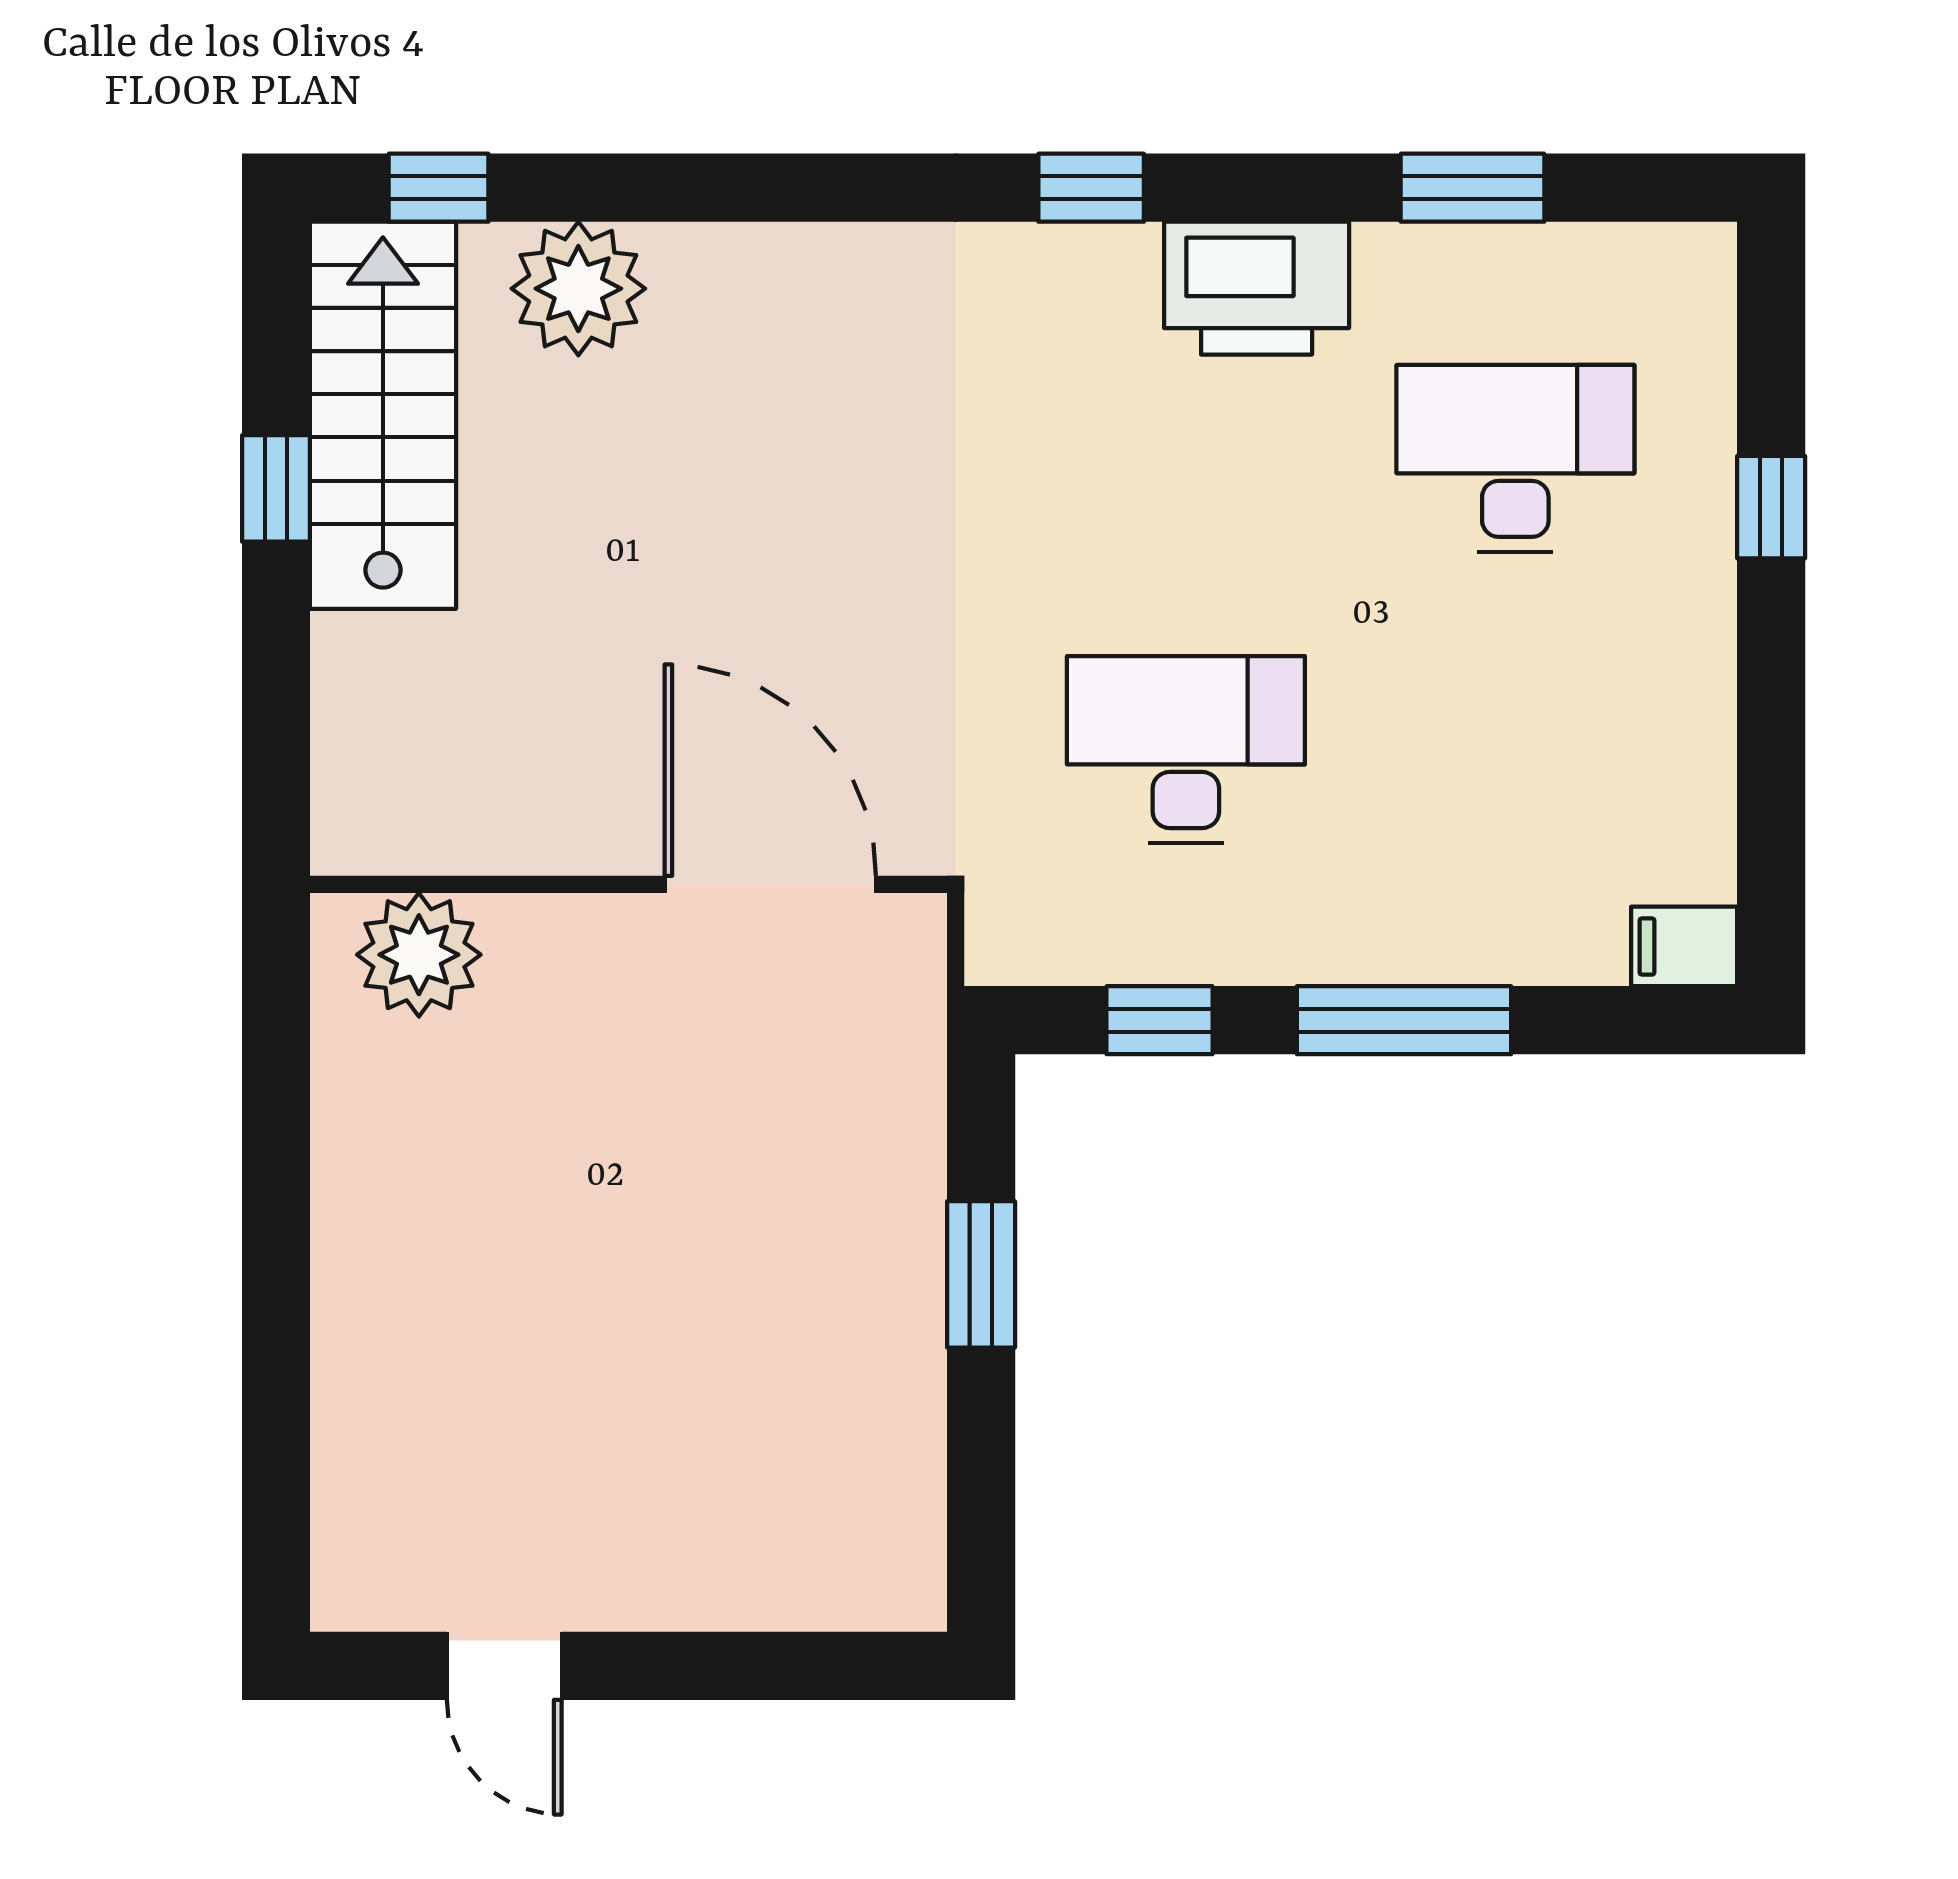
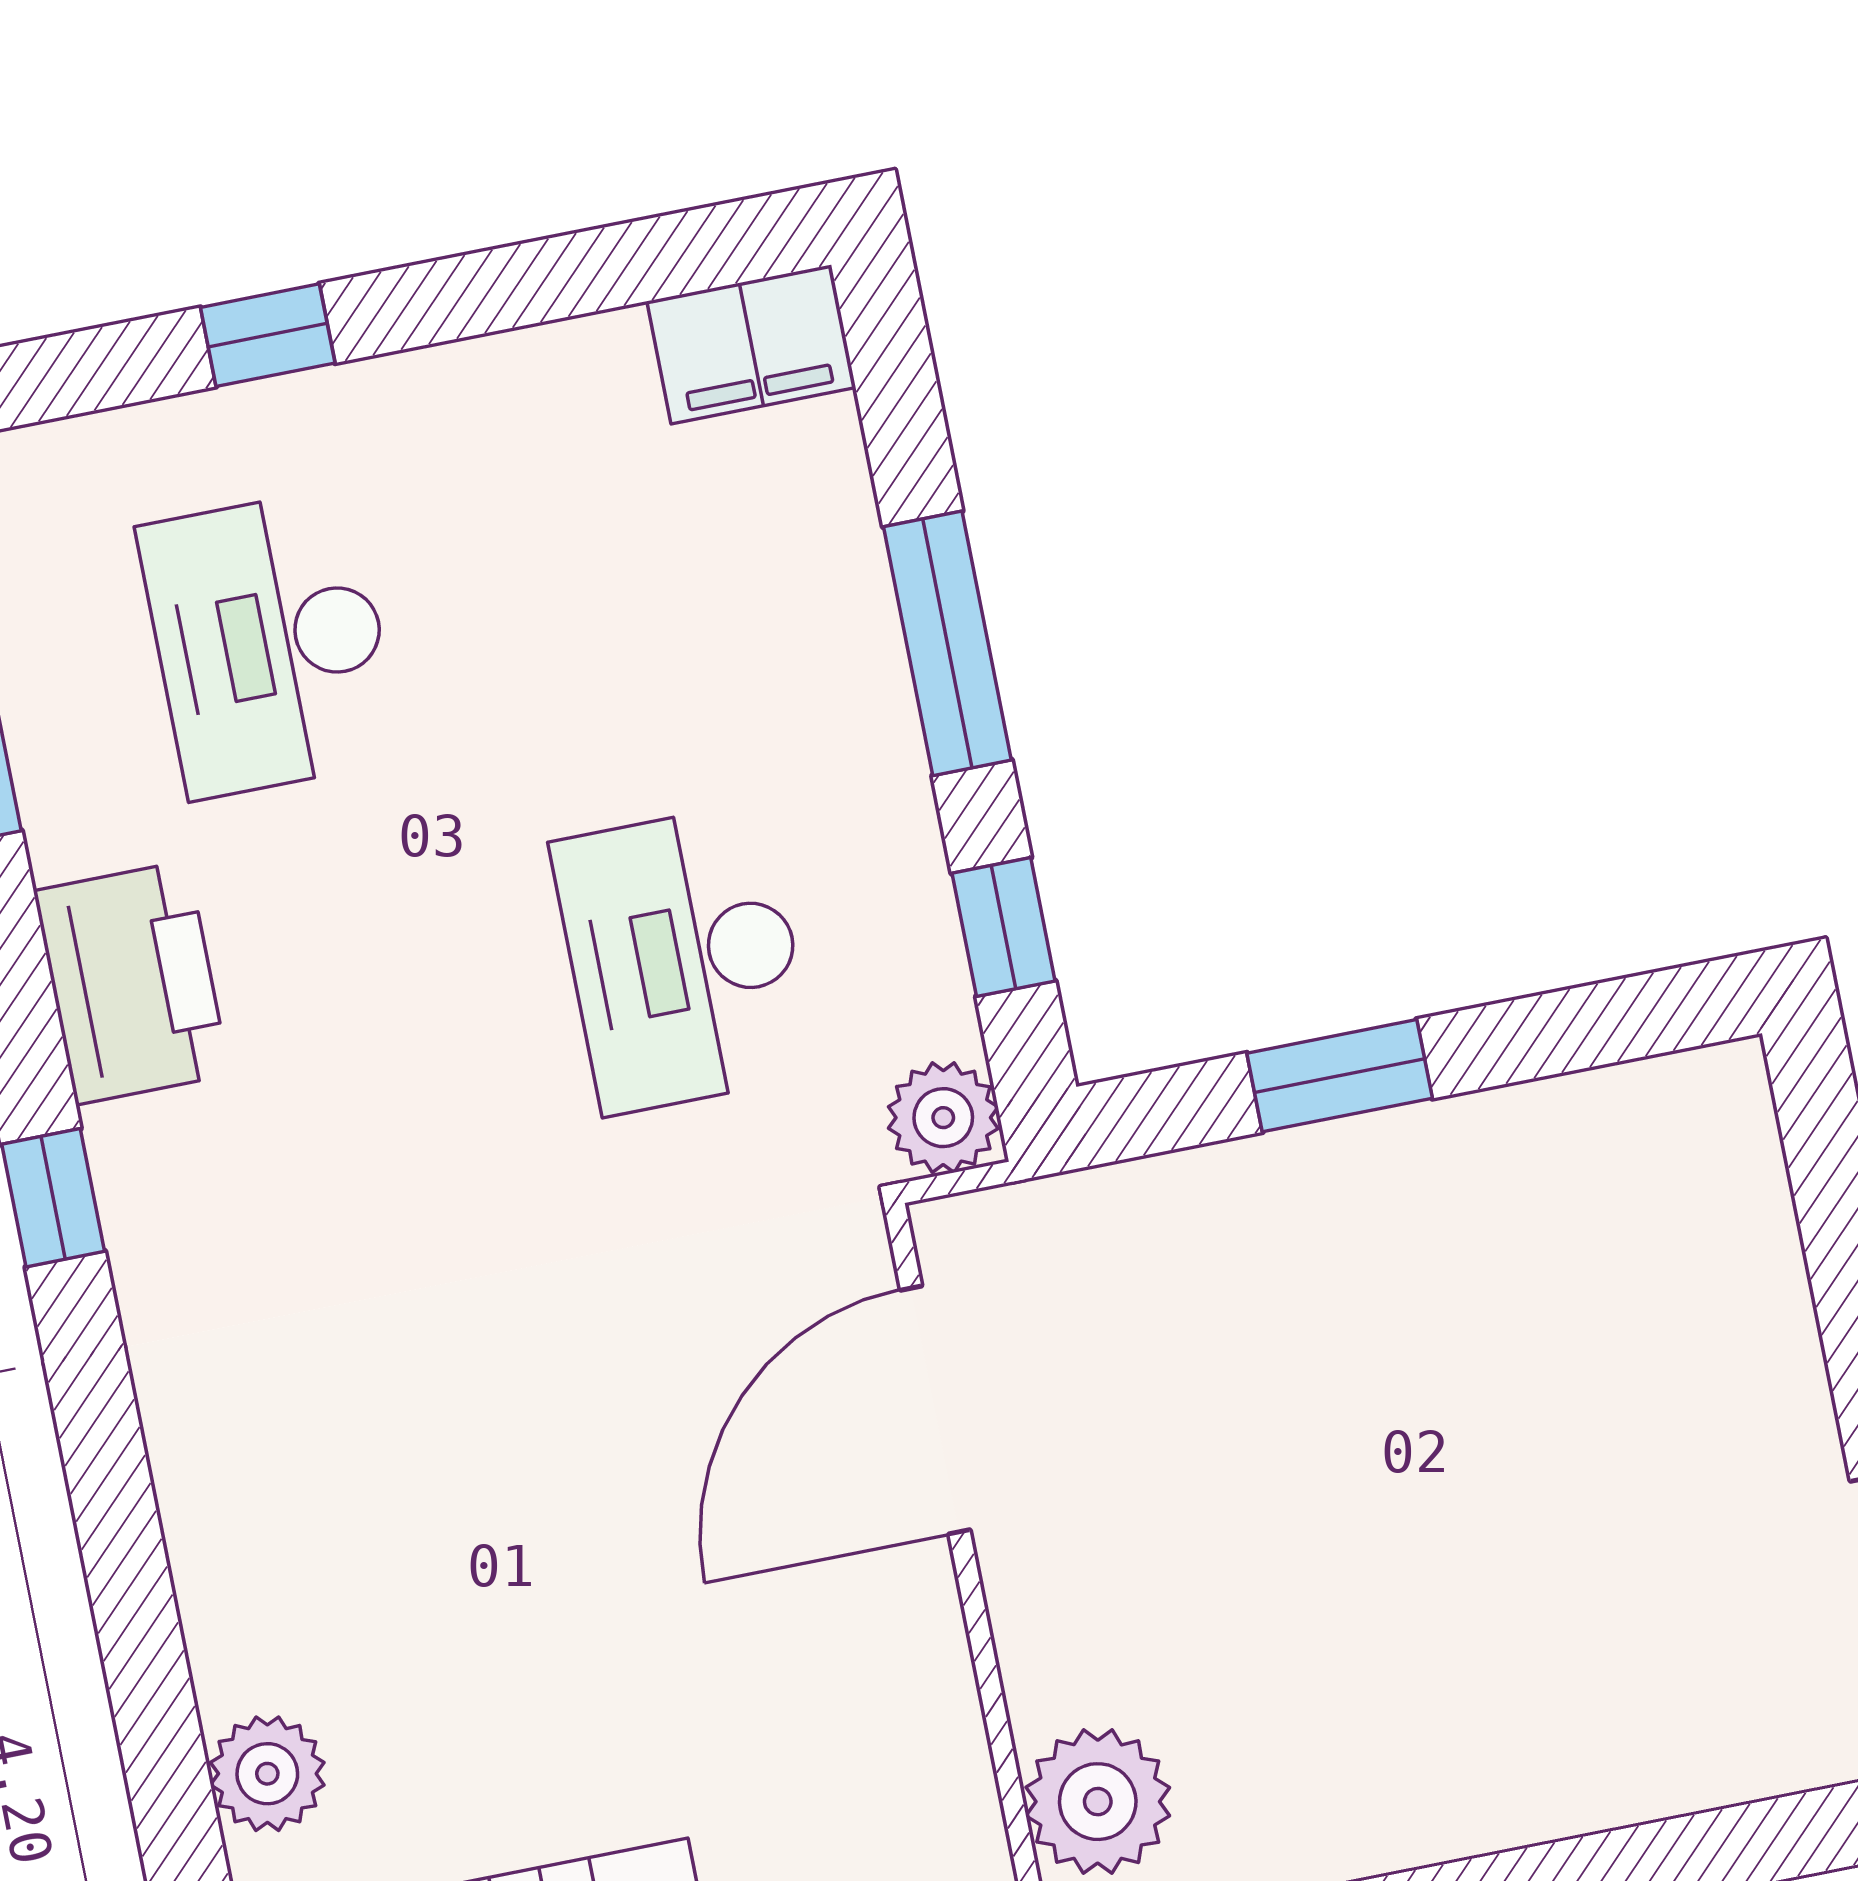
plant: (578, 289) -> (267, 1774), width x0.73, depth x0.73
plant: (1011, 939) -> (943, 1118), added
filing cabinet: (1684, 946) -> (751, 344), width x2.00

